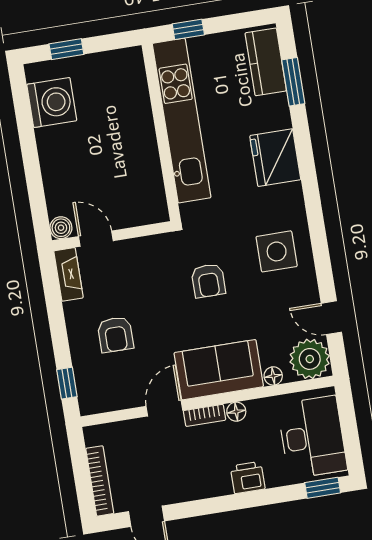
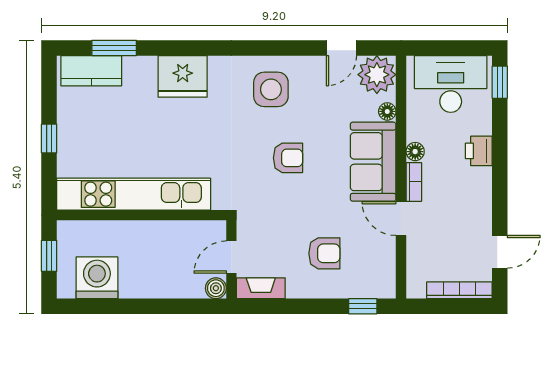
kitchen unit: (182, 121) -> (134, 194), moved
wall: (161, 132) -> (141, 215), moved

